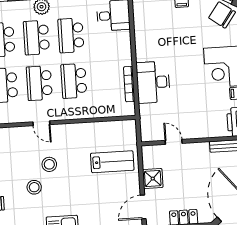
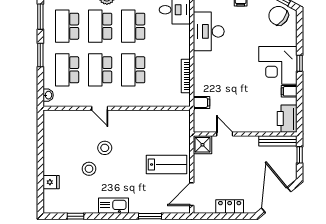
desk: (153, 82) -> (209, 31), moved
filing cabinet: (147, 111) -> (201, 102), added
lab bench: (112, 162) -> (167, 165), moved
shower: (153, 179) -> (203, 145), moved

